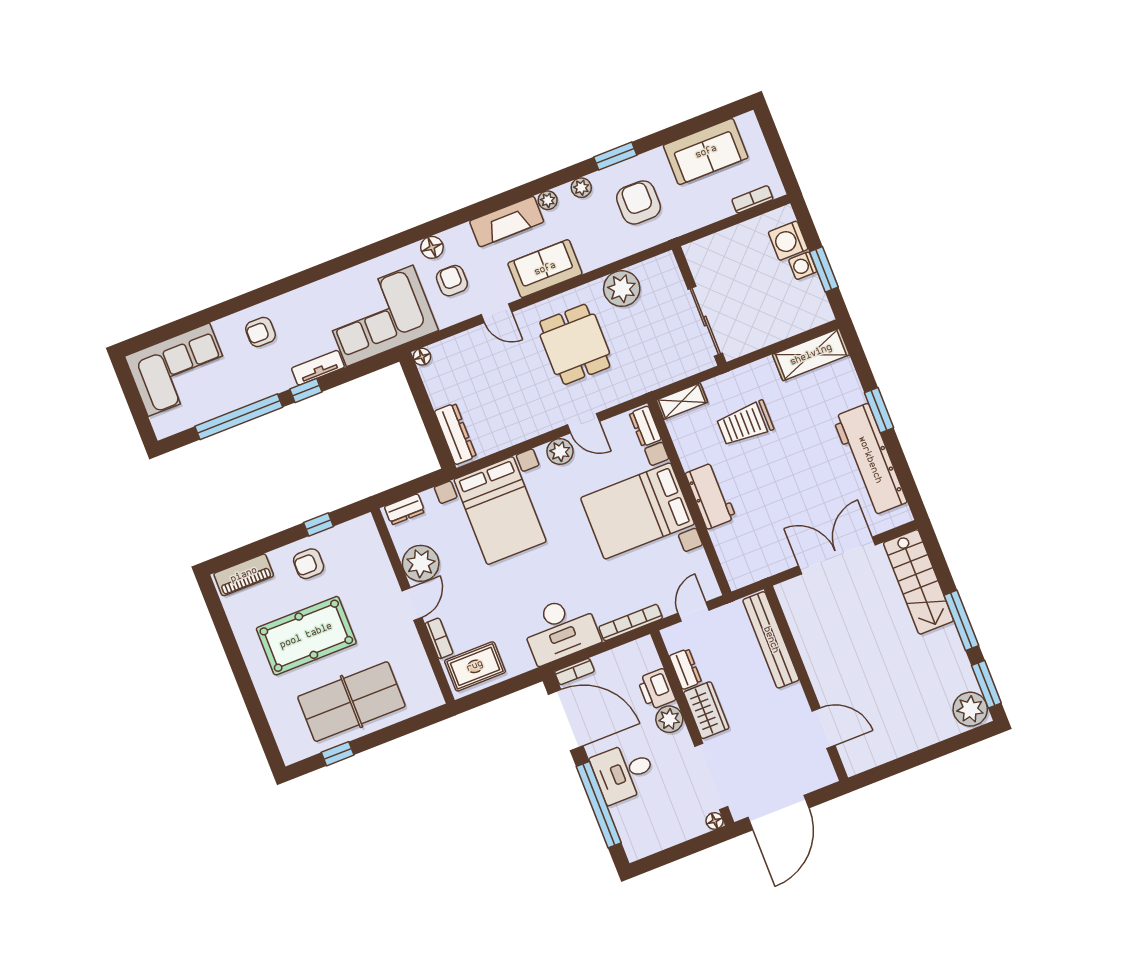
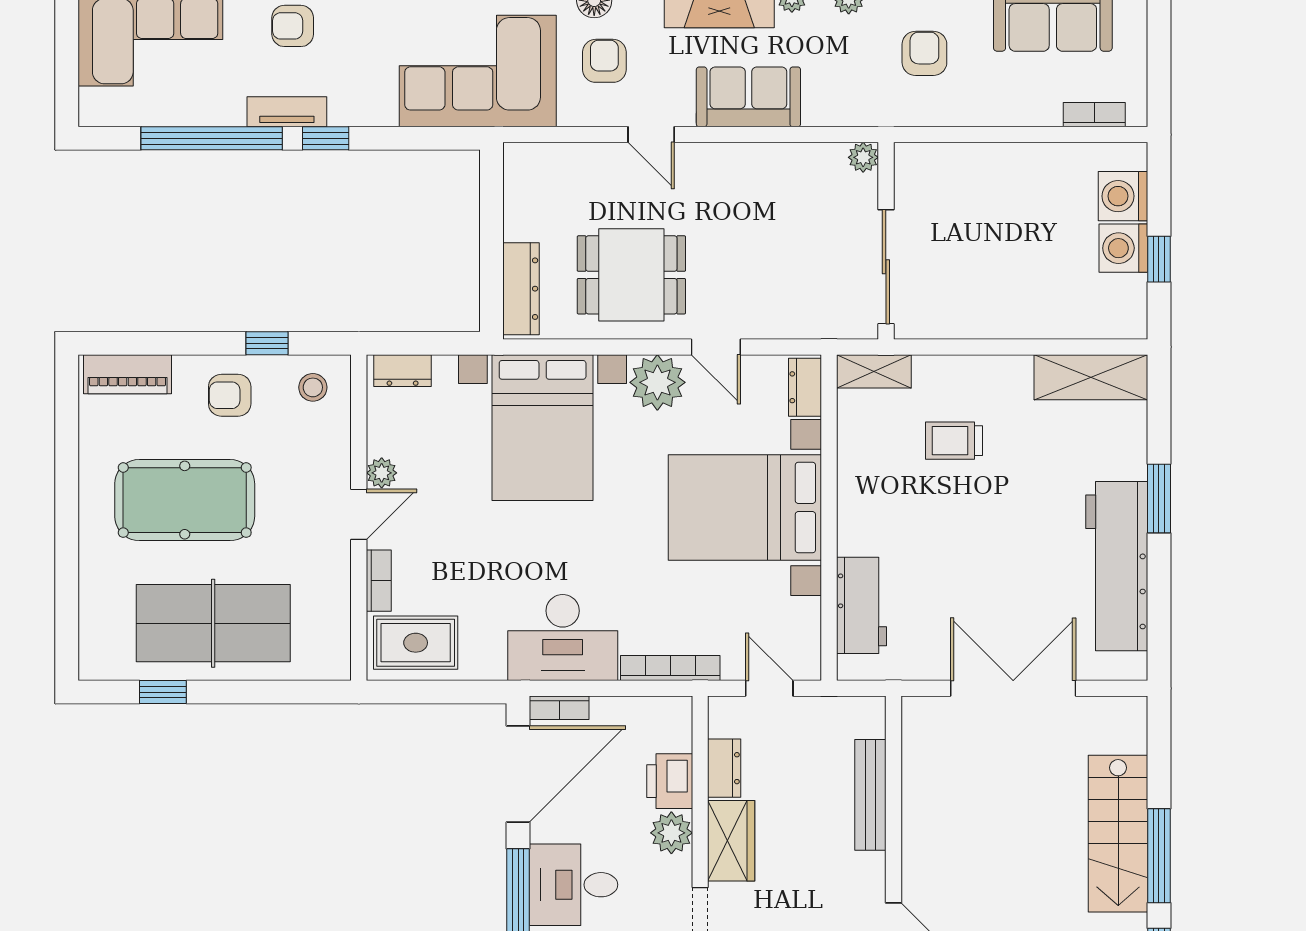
armchair: (638, 202) -> (924, 53), width x0.72, depth x0.72
washing machine: (803, 266) -> (1123, 248), width x1.38, depth x1.38
window: (824, 269) -> (1159, 259), width x0.67
plant: (622, 289) -> (863, 157), width x0.53, depth x0.53
wall: (699, 306) -> (886, 241), moved
sliding door: (705, 321) -> (886, 267), moved
dining table: (575, 344) -> (631, 275), moved, turned 90
floor lamp: (422, 357) -> (516, 156), removed
tv unit: (318, 368) -> (287, 112), moved
trolley: (745, 423) -> (954, 441), width x0.73, depth x0.72
plant: (560, 451) -> (657, 382), width x1.36, depth x1.36
workbench: (711, 496) -> (862, 605), moved
stool: (356, 540) -> (313, 387), added
plant: (421, 563) -> (382, 473), width x0.53, depth x0.53
stairs: (919, 582) -> (1118, 834), moved
door: (694, 612) -> (769, 688), hinge flipped
bench: (771, 640) -> (870, 795), width x0.73, depth x0.82
door: (566, 720) -> (518, 774), hinge flipped

